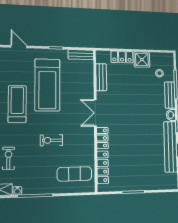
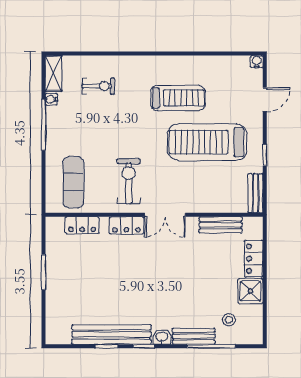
double door: (95, 113) -> (165, 215), swing flipped
exercise bike: (51, 140) -> (129, 181), moved, width x1.38, depth x1.39
locker: (103, 167) -> (82, 225), width x0.66

